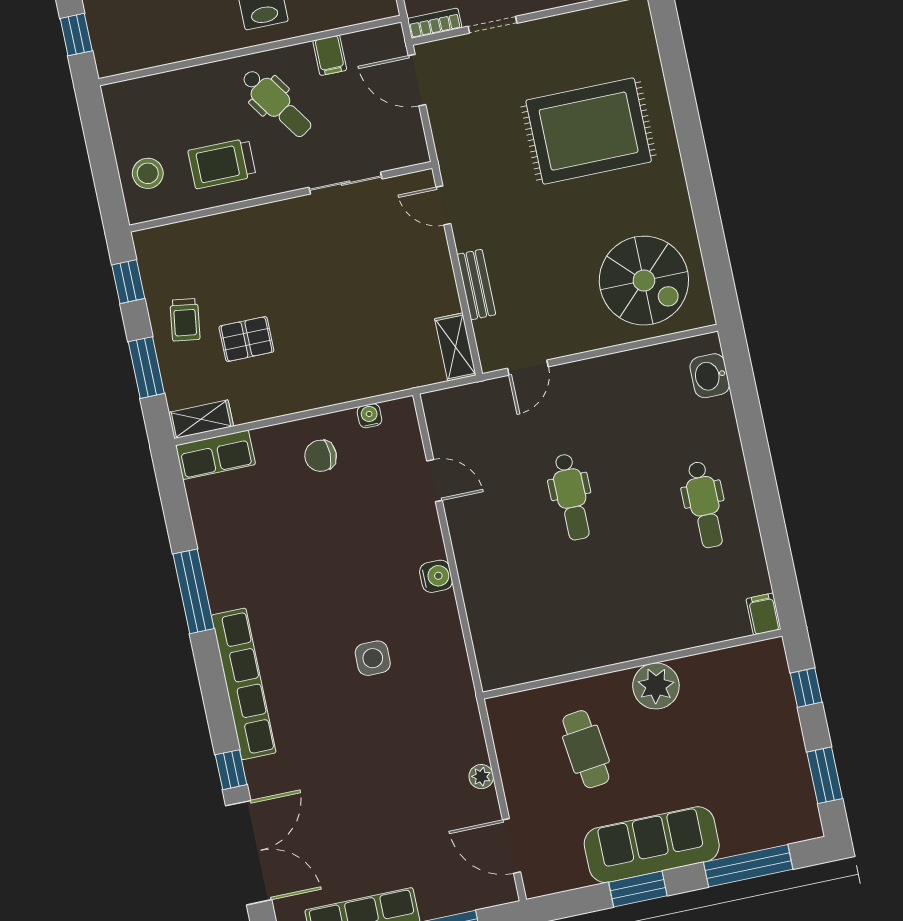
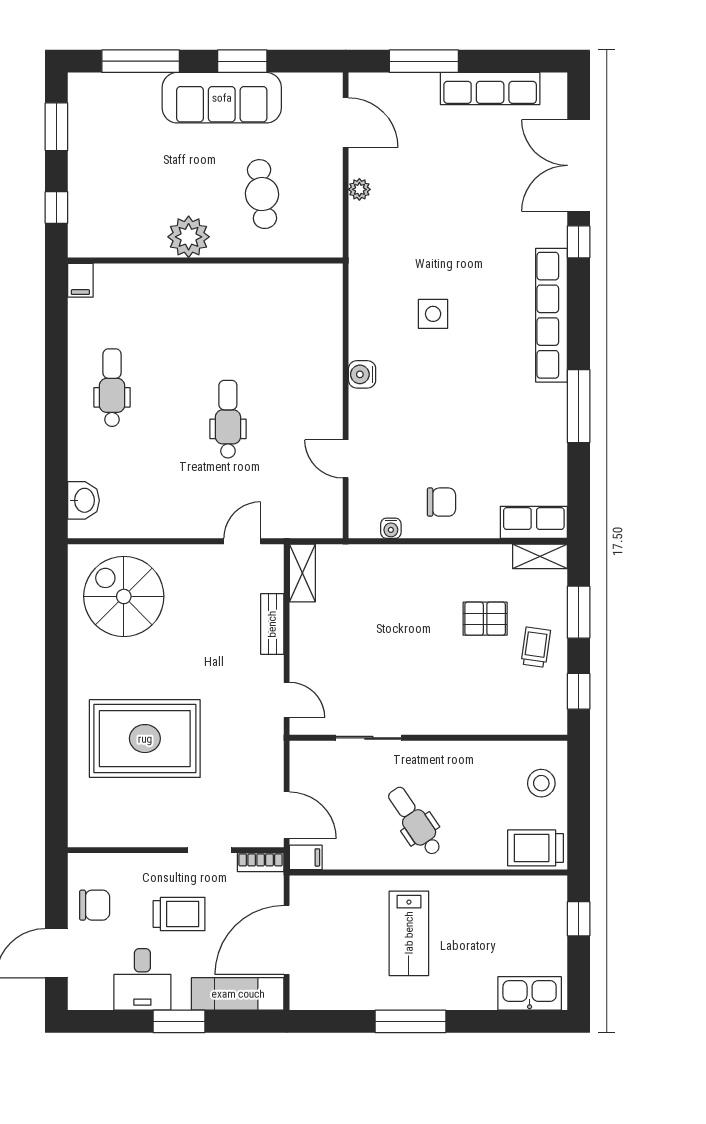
filing cabinet: (330, 55) -> (306, 857), moved, turned 90
trolley: (222, 163) -> (536, 848), moved, turned 180

